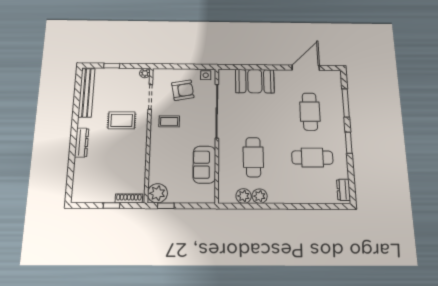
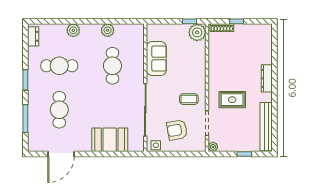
plant: (244, 196) -> (73, 30), moved

